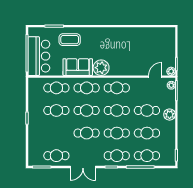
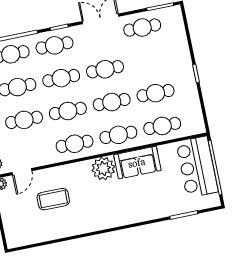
coffee table: (70, 40) -> (53, 199), moved

